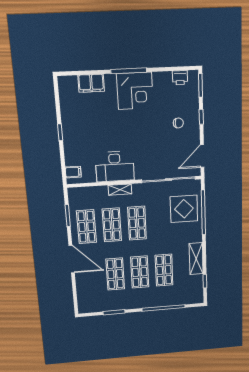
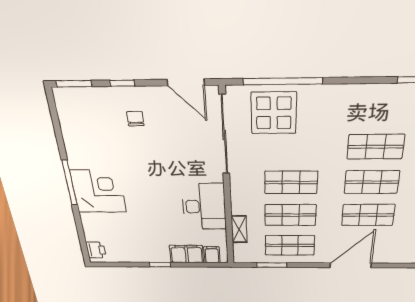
printer: (180, 78) -> (96, 250), moved
filing cabinet: (91, 83) -> (187, 254), moved, turned -90
corner desk: (135, 91) -> (98, 191), moved
shelving: (120, 190) -> (239, 229), moved
door: (72, 259) -> (351, 265), moved
shelving: (196, 259) -> (365, 94), removed

